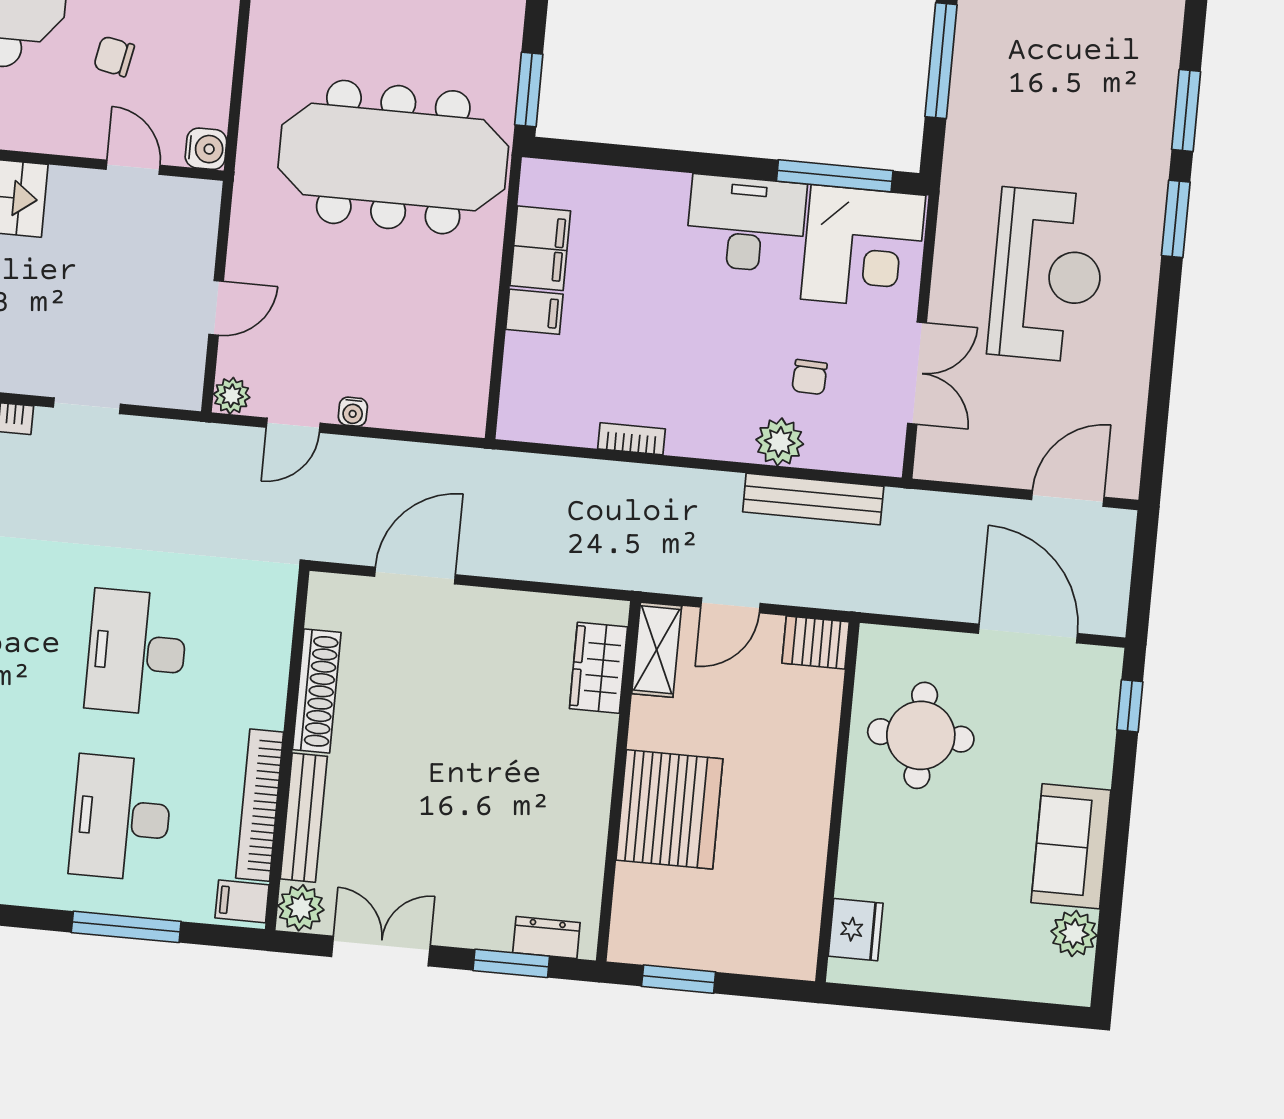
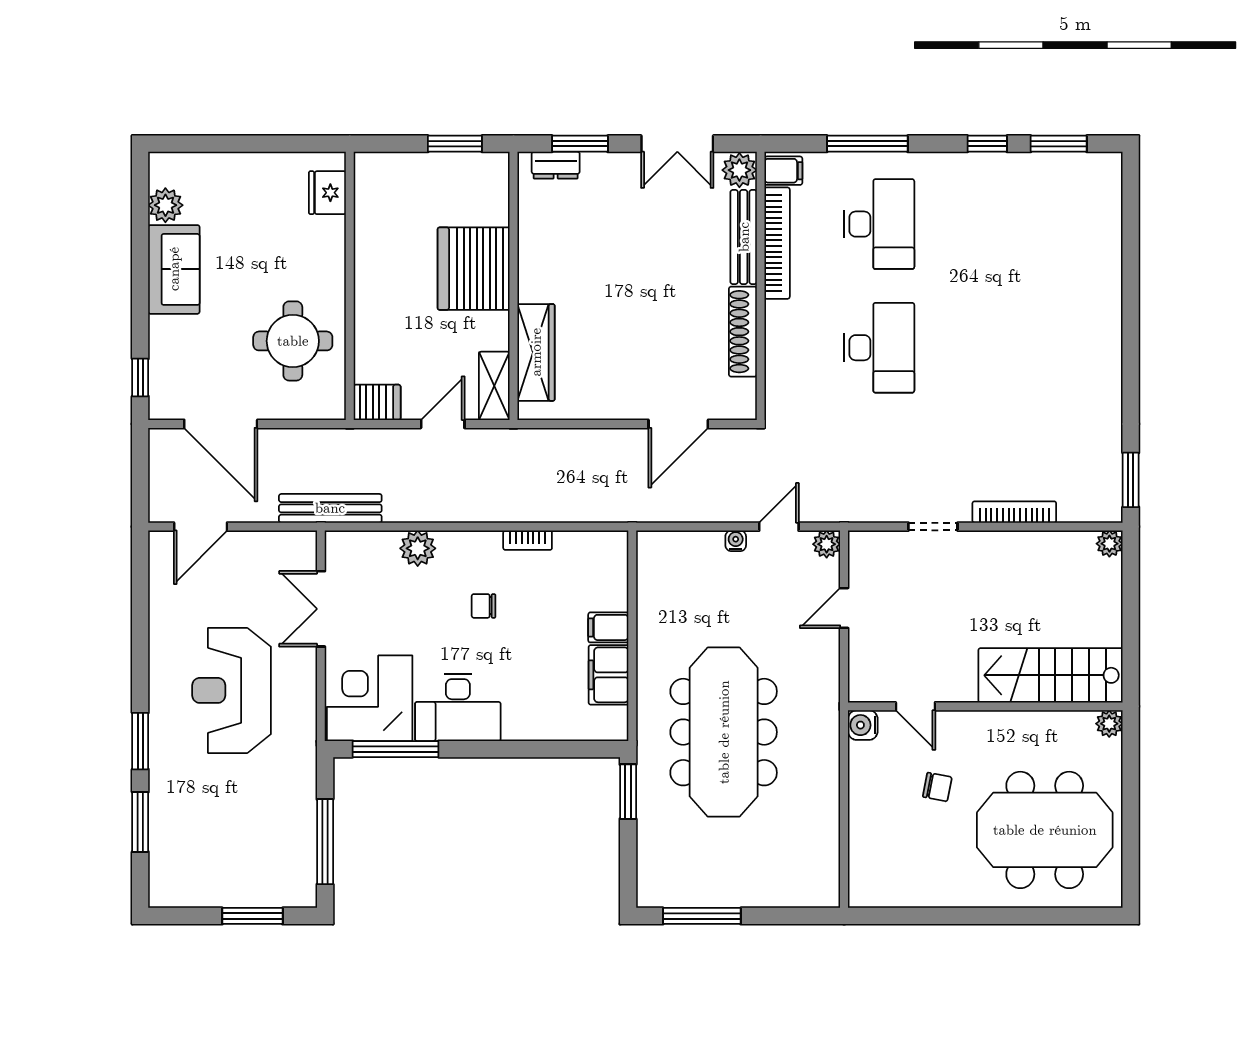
meeting table: (393, 157) -> (724, 732), turned 90
chair: (810, 377) -> (484, 606), moved, turned -92
bench: (813, 499) -> (330, 508), moved
wardrobe: (598, 668) -> (536, 352), width x1.50

